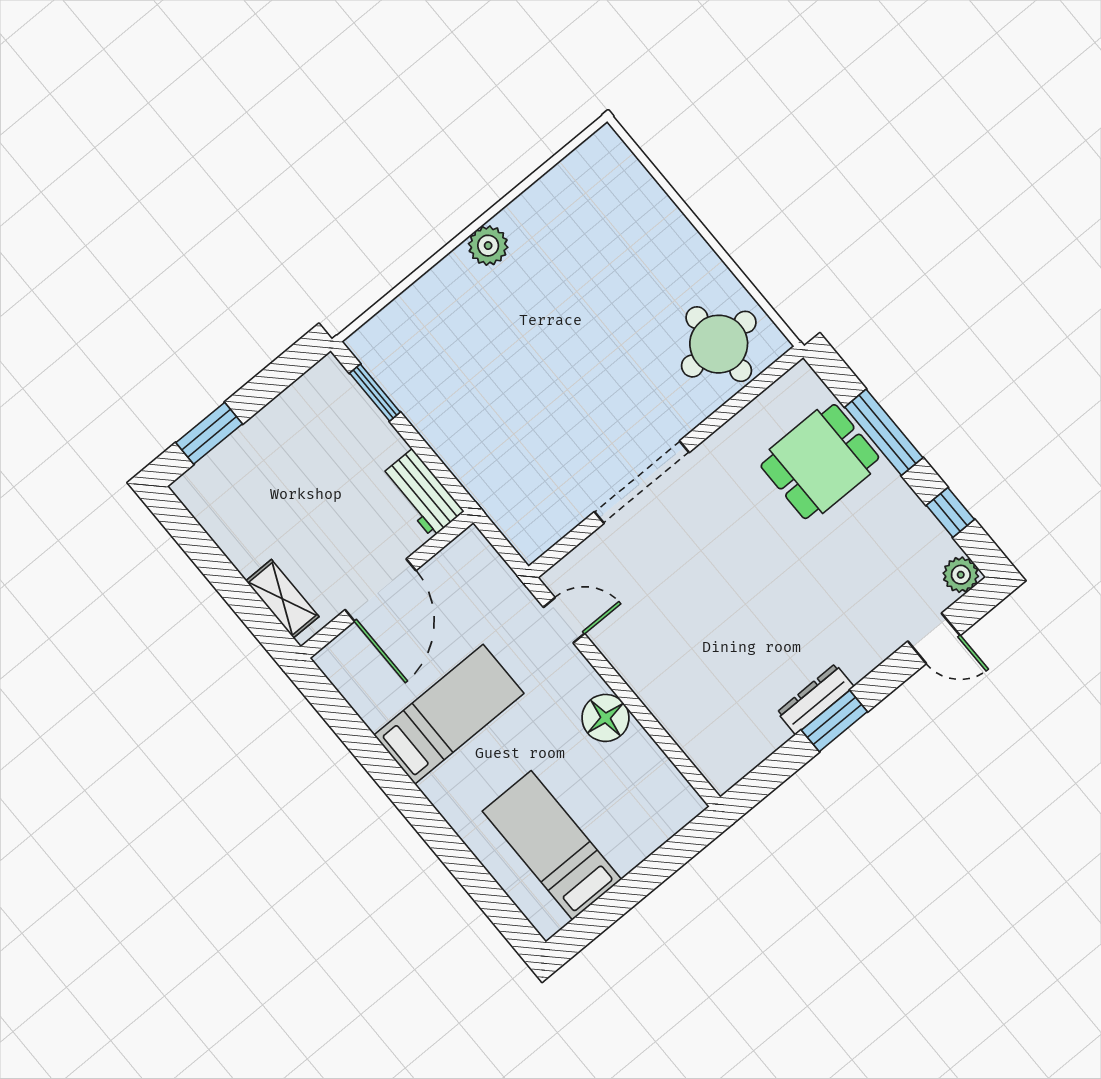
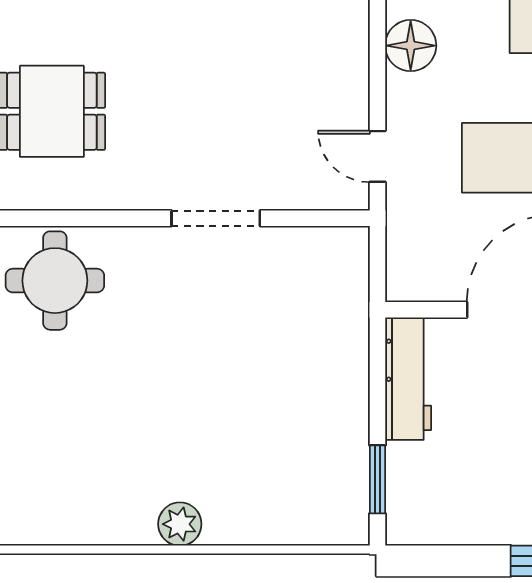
doorway: (642, 482) -> (216, 218), width x0.73
workbench: (422, 493) -> (408, 379), width x1.38

